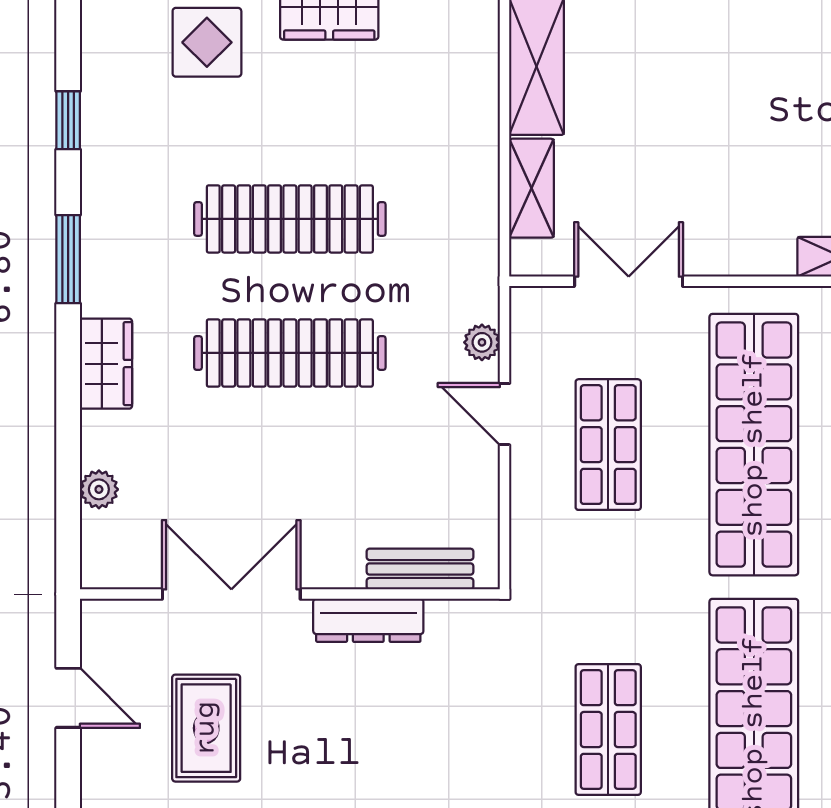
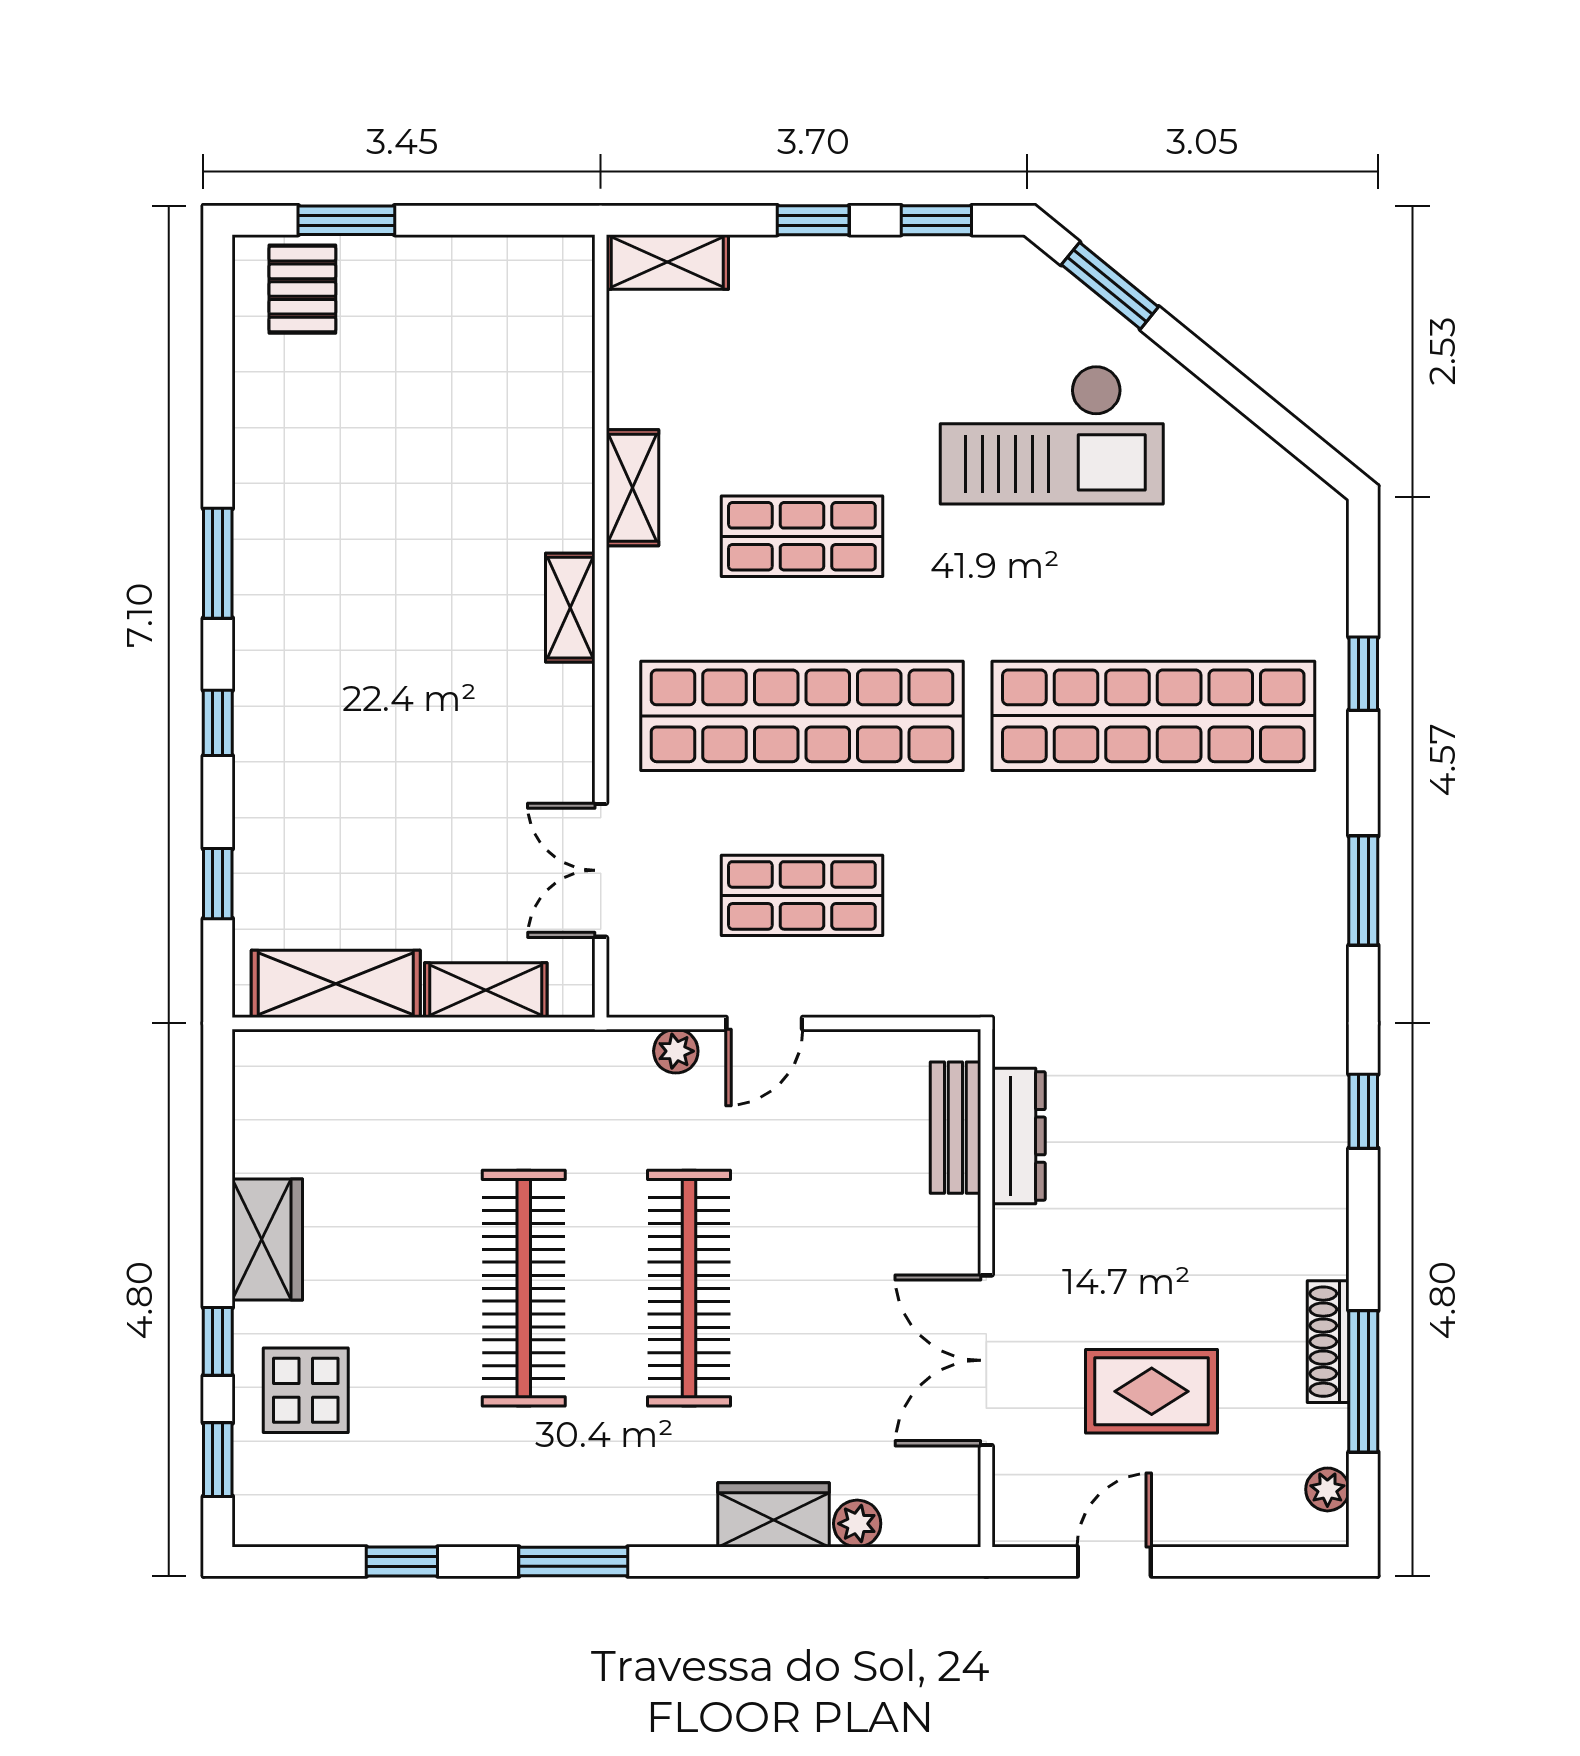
wardrobe: (106, 364) -> (773, 1515), moved
dresser: (368, 620) -> (1019, 1136), moved
shop shelf: (608, 729) -> (1153, 895), removed

